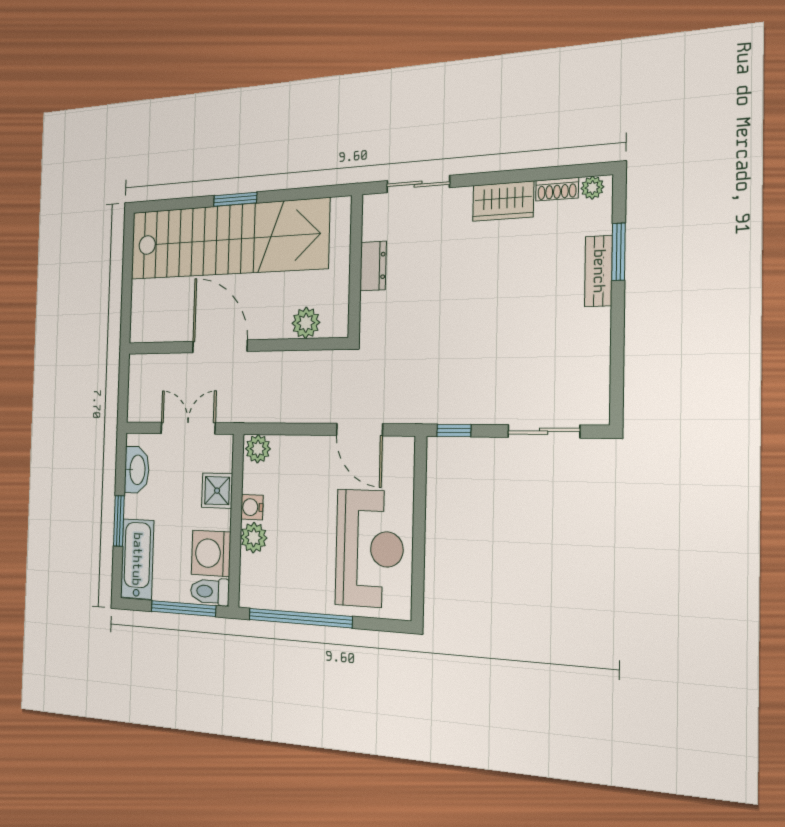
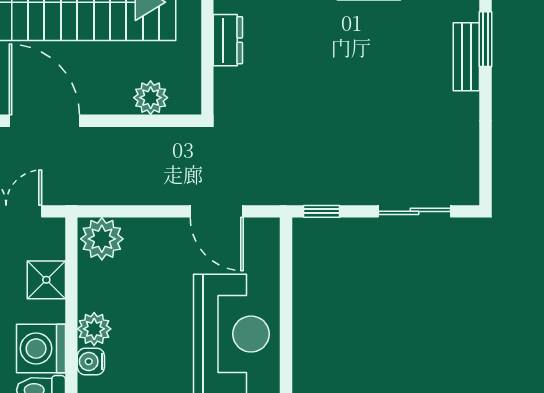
plant: (258, 449) -> (102, 239), width x1.36, depth x1.36
water cooler: (252, 507) -> (91, 361), moved

